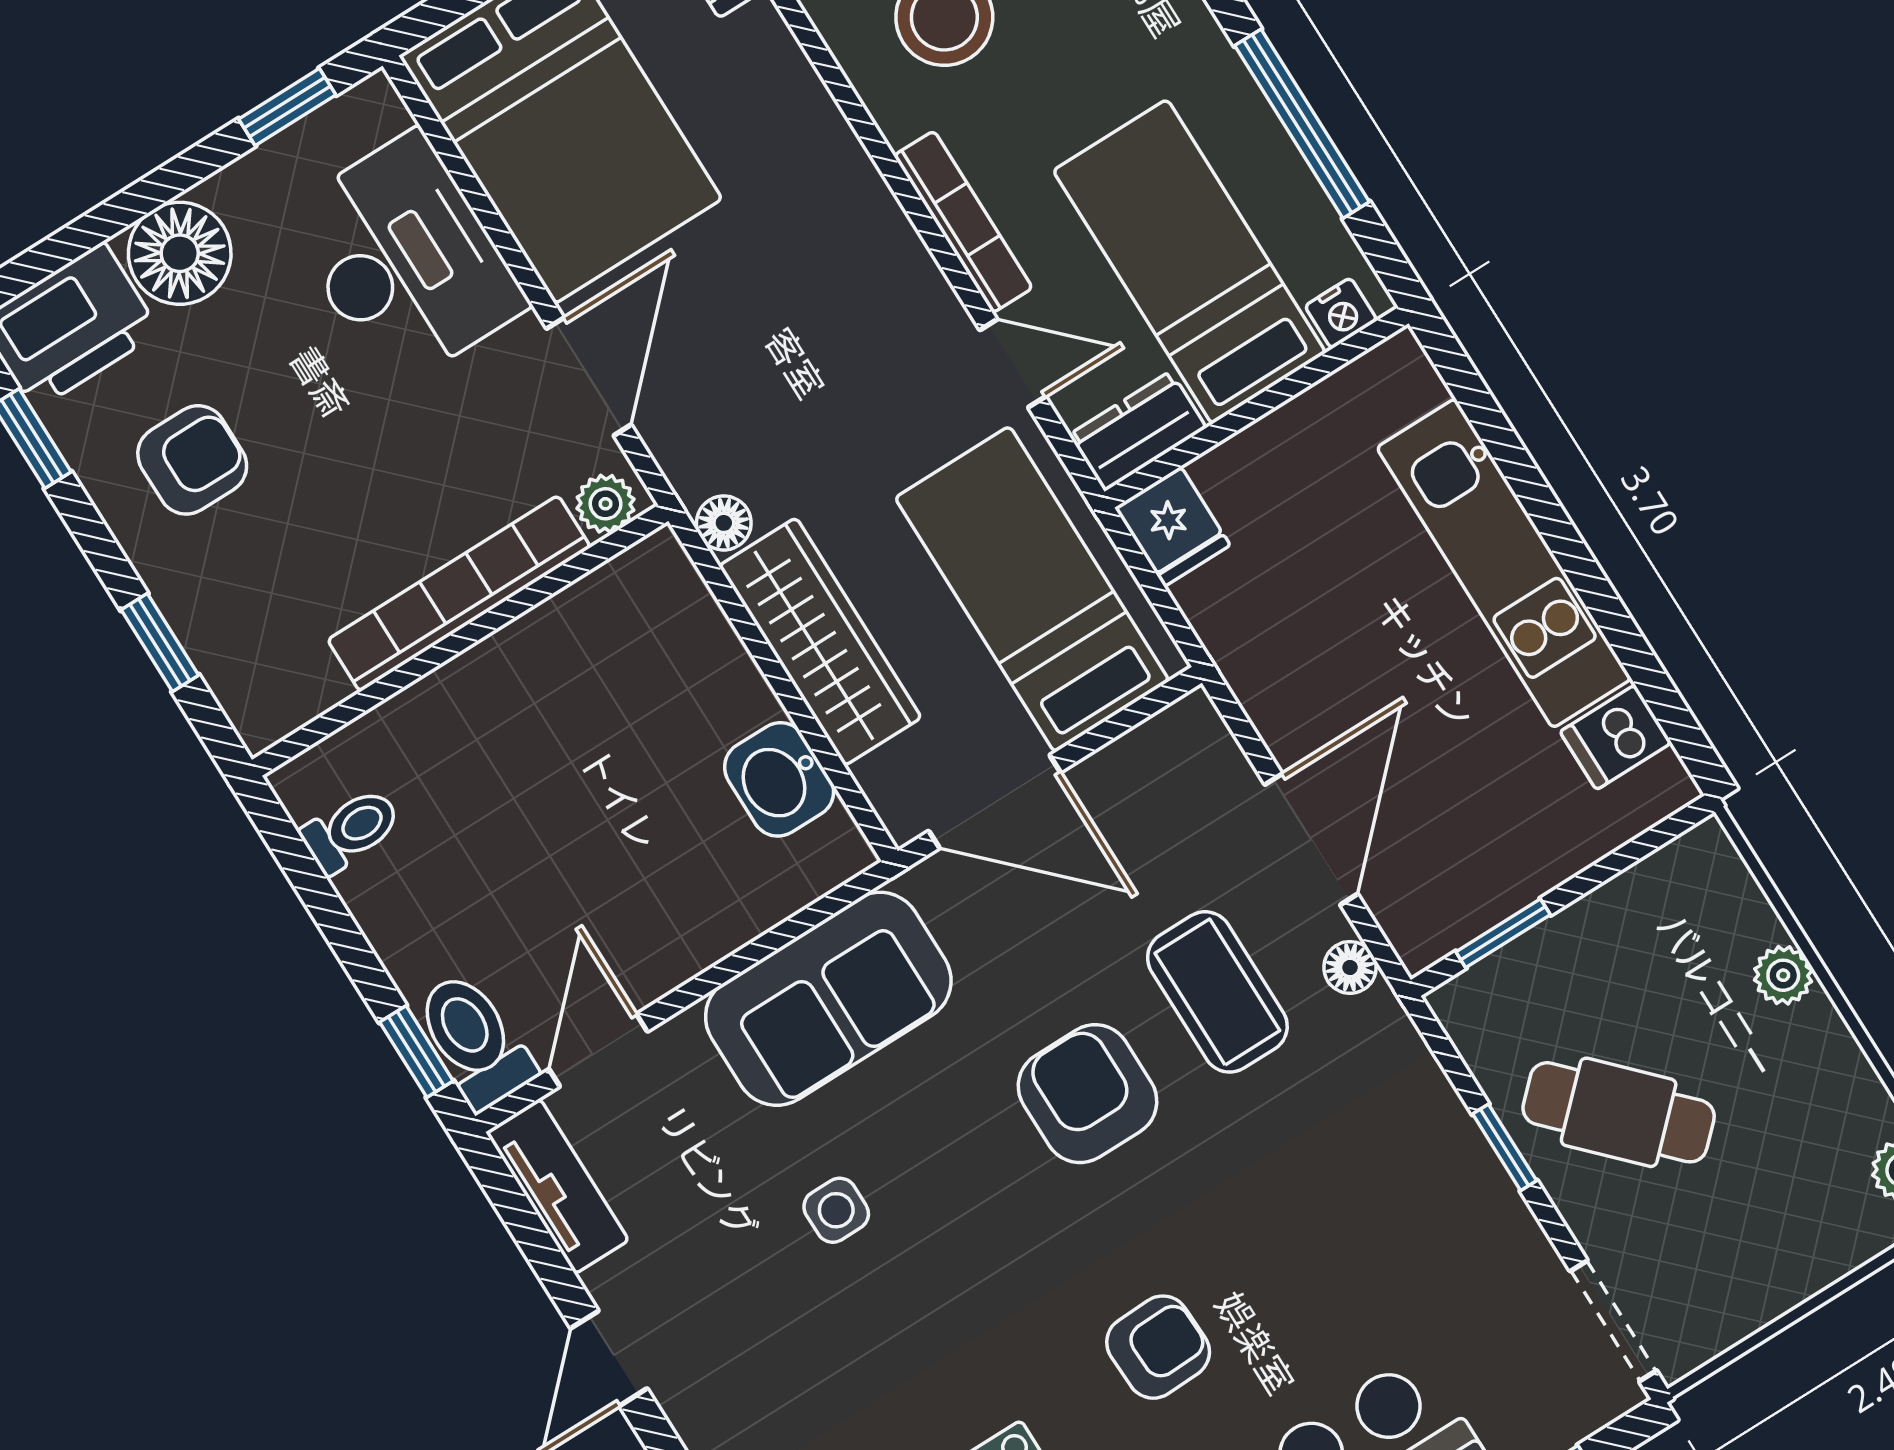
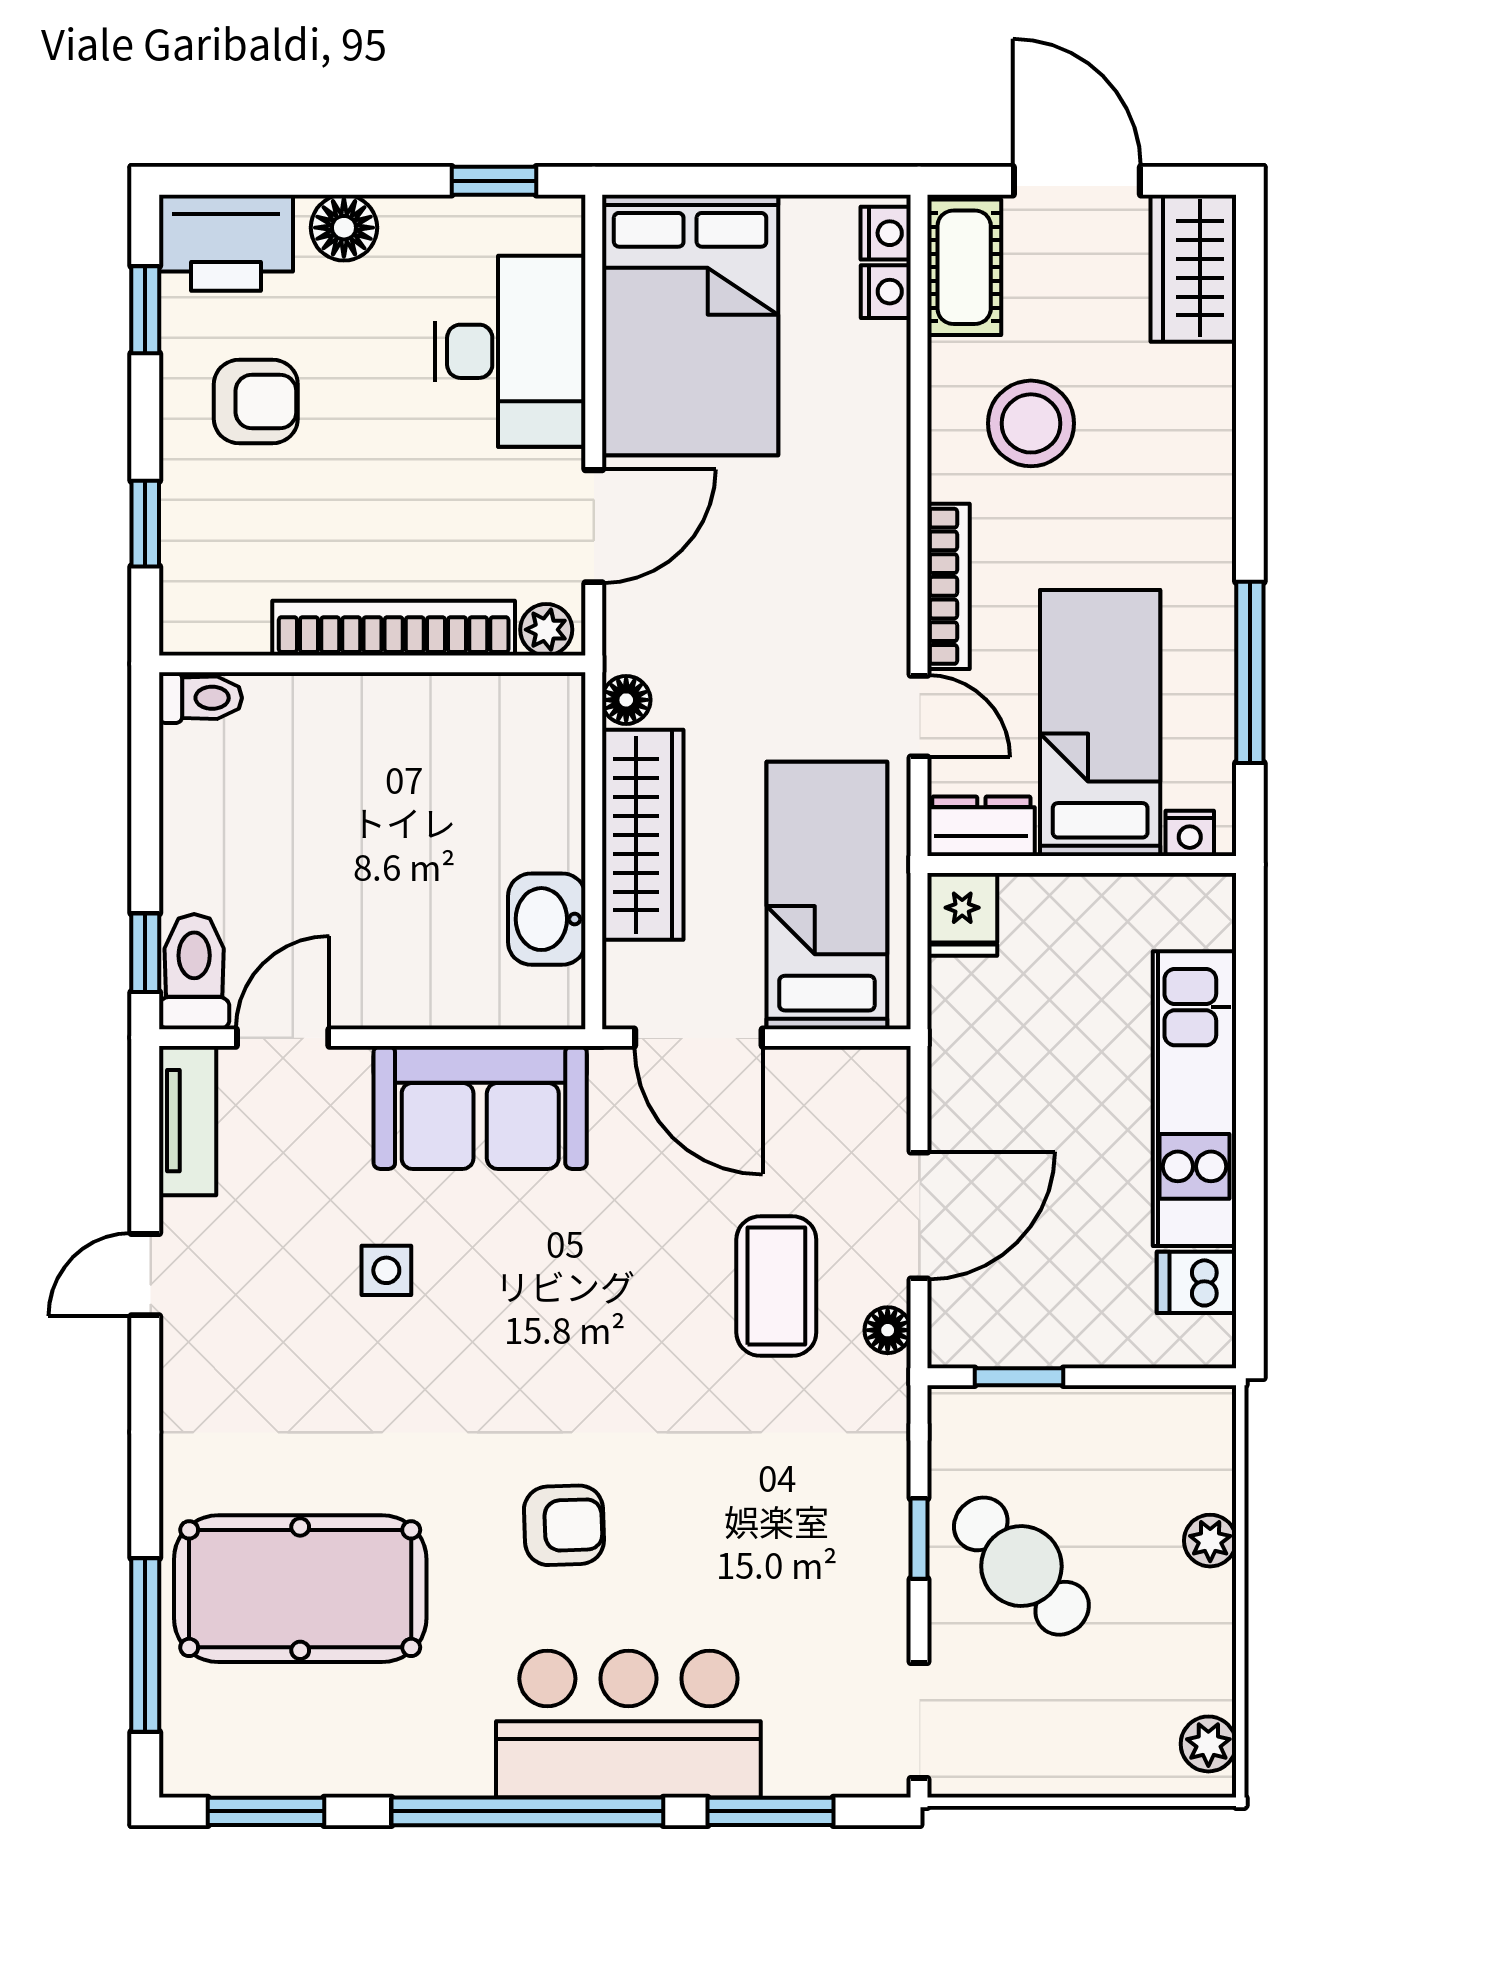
floor lamp: (180, 253) -> (344, 228), width x0.73, depth x0.73
toilet: (351, 830) -> (201, 698), moved
armchair: (1088, 1094) -> (630, 1301), removed

